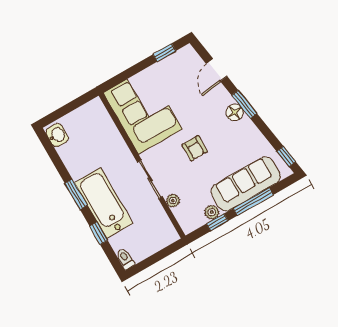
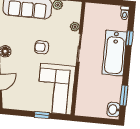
window: (164, 53) -> (42, 115), moved
armchair: (195, 148) -> (42, 47), turned -90
window: (76, 194) -> (124, 96), moved

